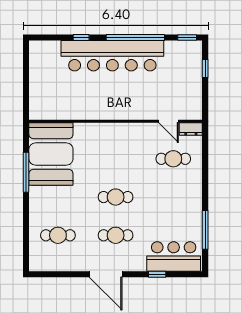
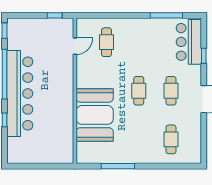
window: (205, 68) -> (55, 15), moved
dresser: (191, 129) -> (82, 27), removed
booth: (51, 154) -> (95, 115), moved, turned 90

